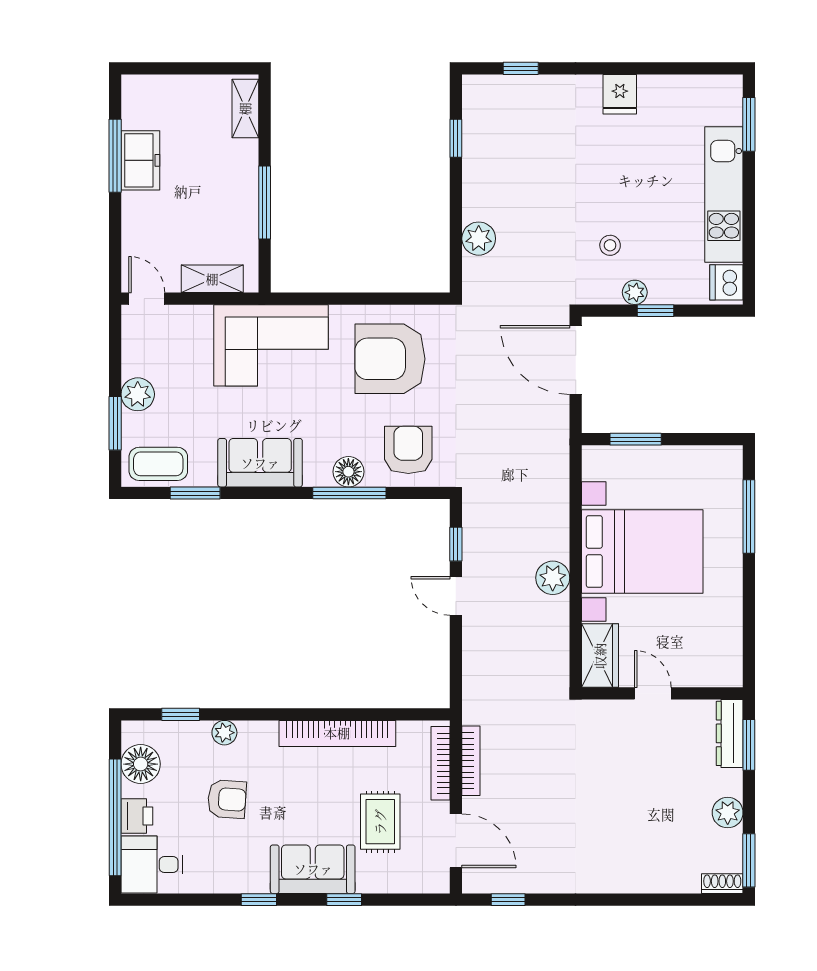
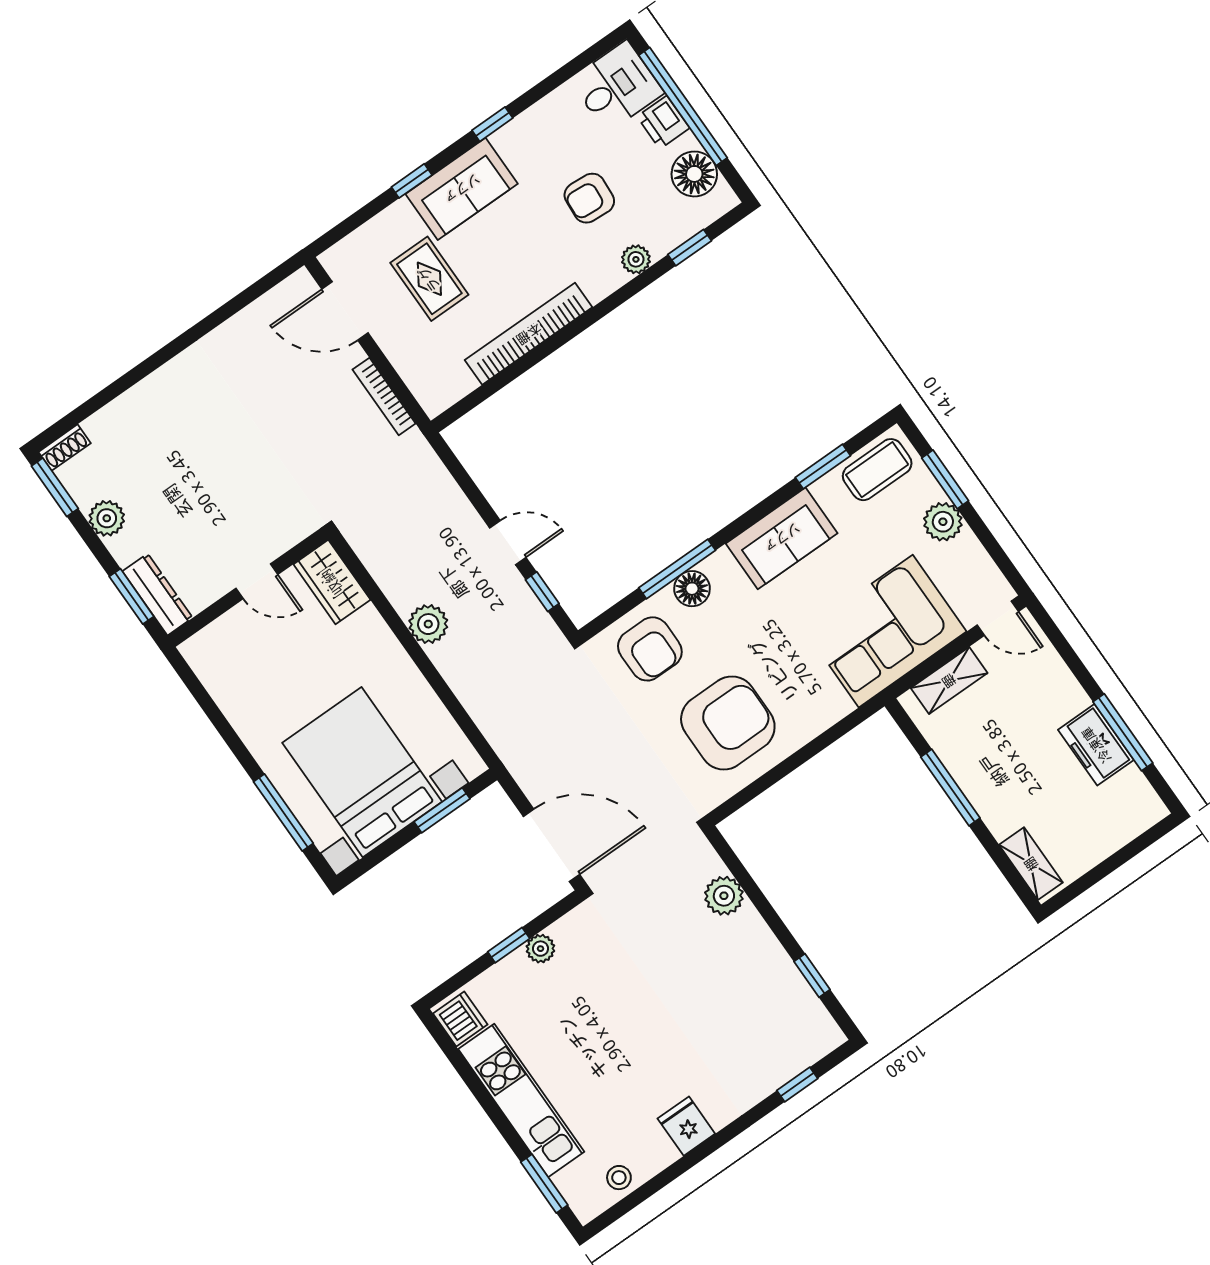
stool: (610, 245) -> (619, 1178), moved
corner sofa: (271, 345) -> (886, 631), moved
bed with nightstands: (642, 551) -> (362, 772), moved, turned 90
bookcase: (441, 763) -> (411, 374), removed
window: (508, 900) -> (256, 290), removed

